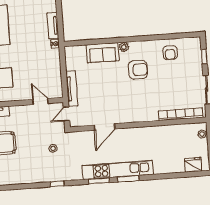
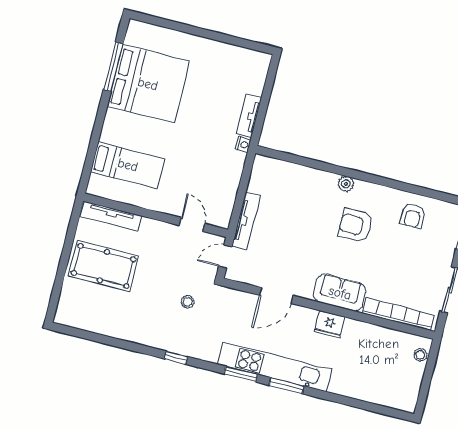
sofa: (103, 53) -> (340, 293), moved, turned 180
armchair: (138, 70) -> (355, 225), turned 180
fridge: (193, 165) -> (329, 324), moved, turned 180

